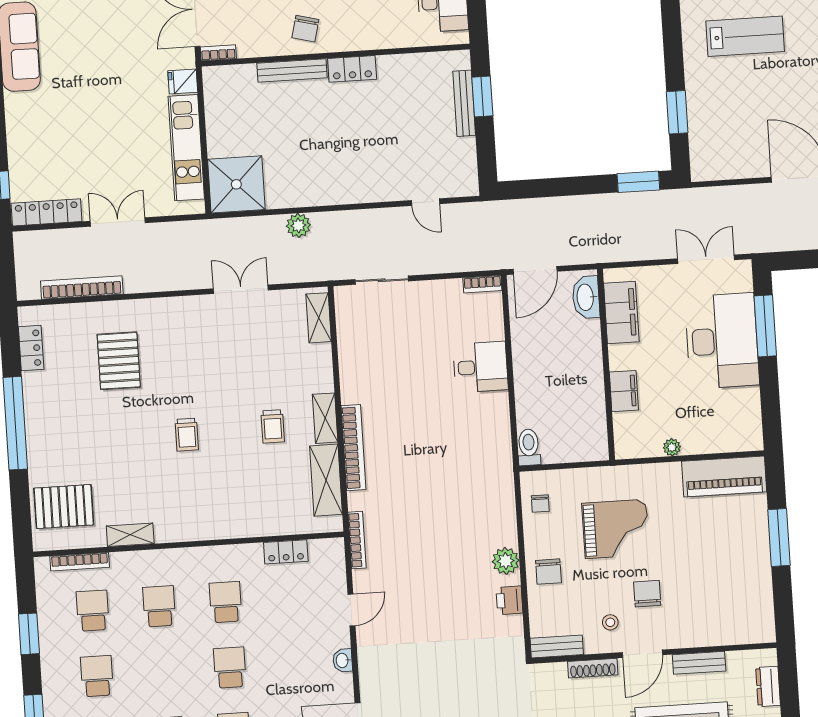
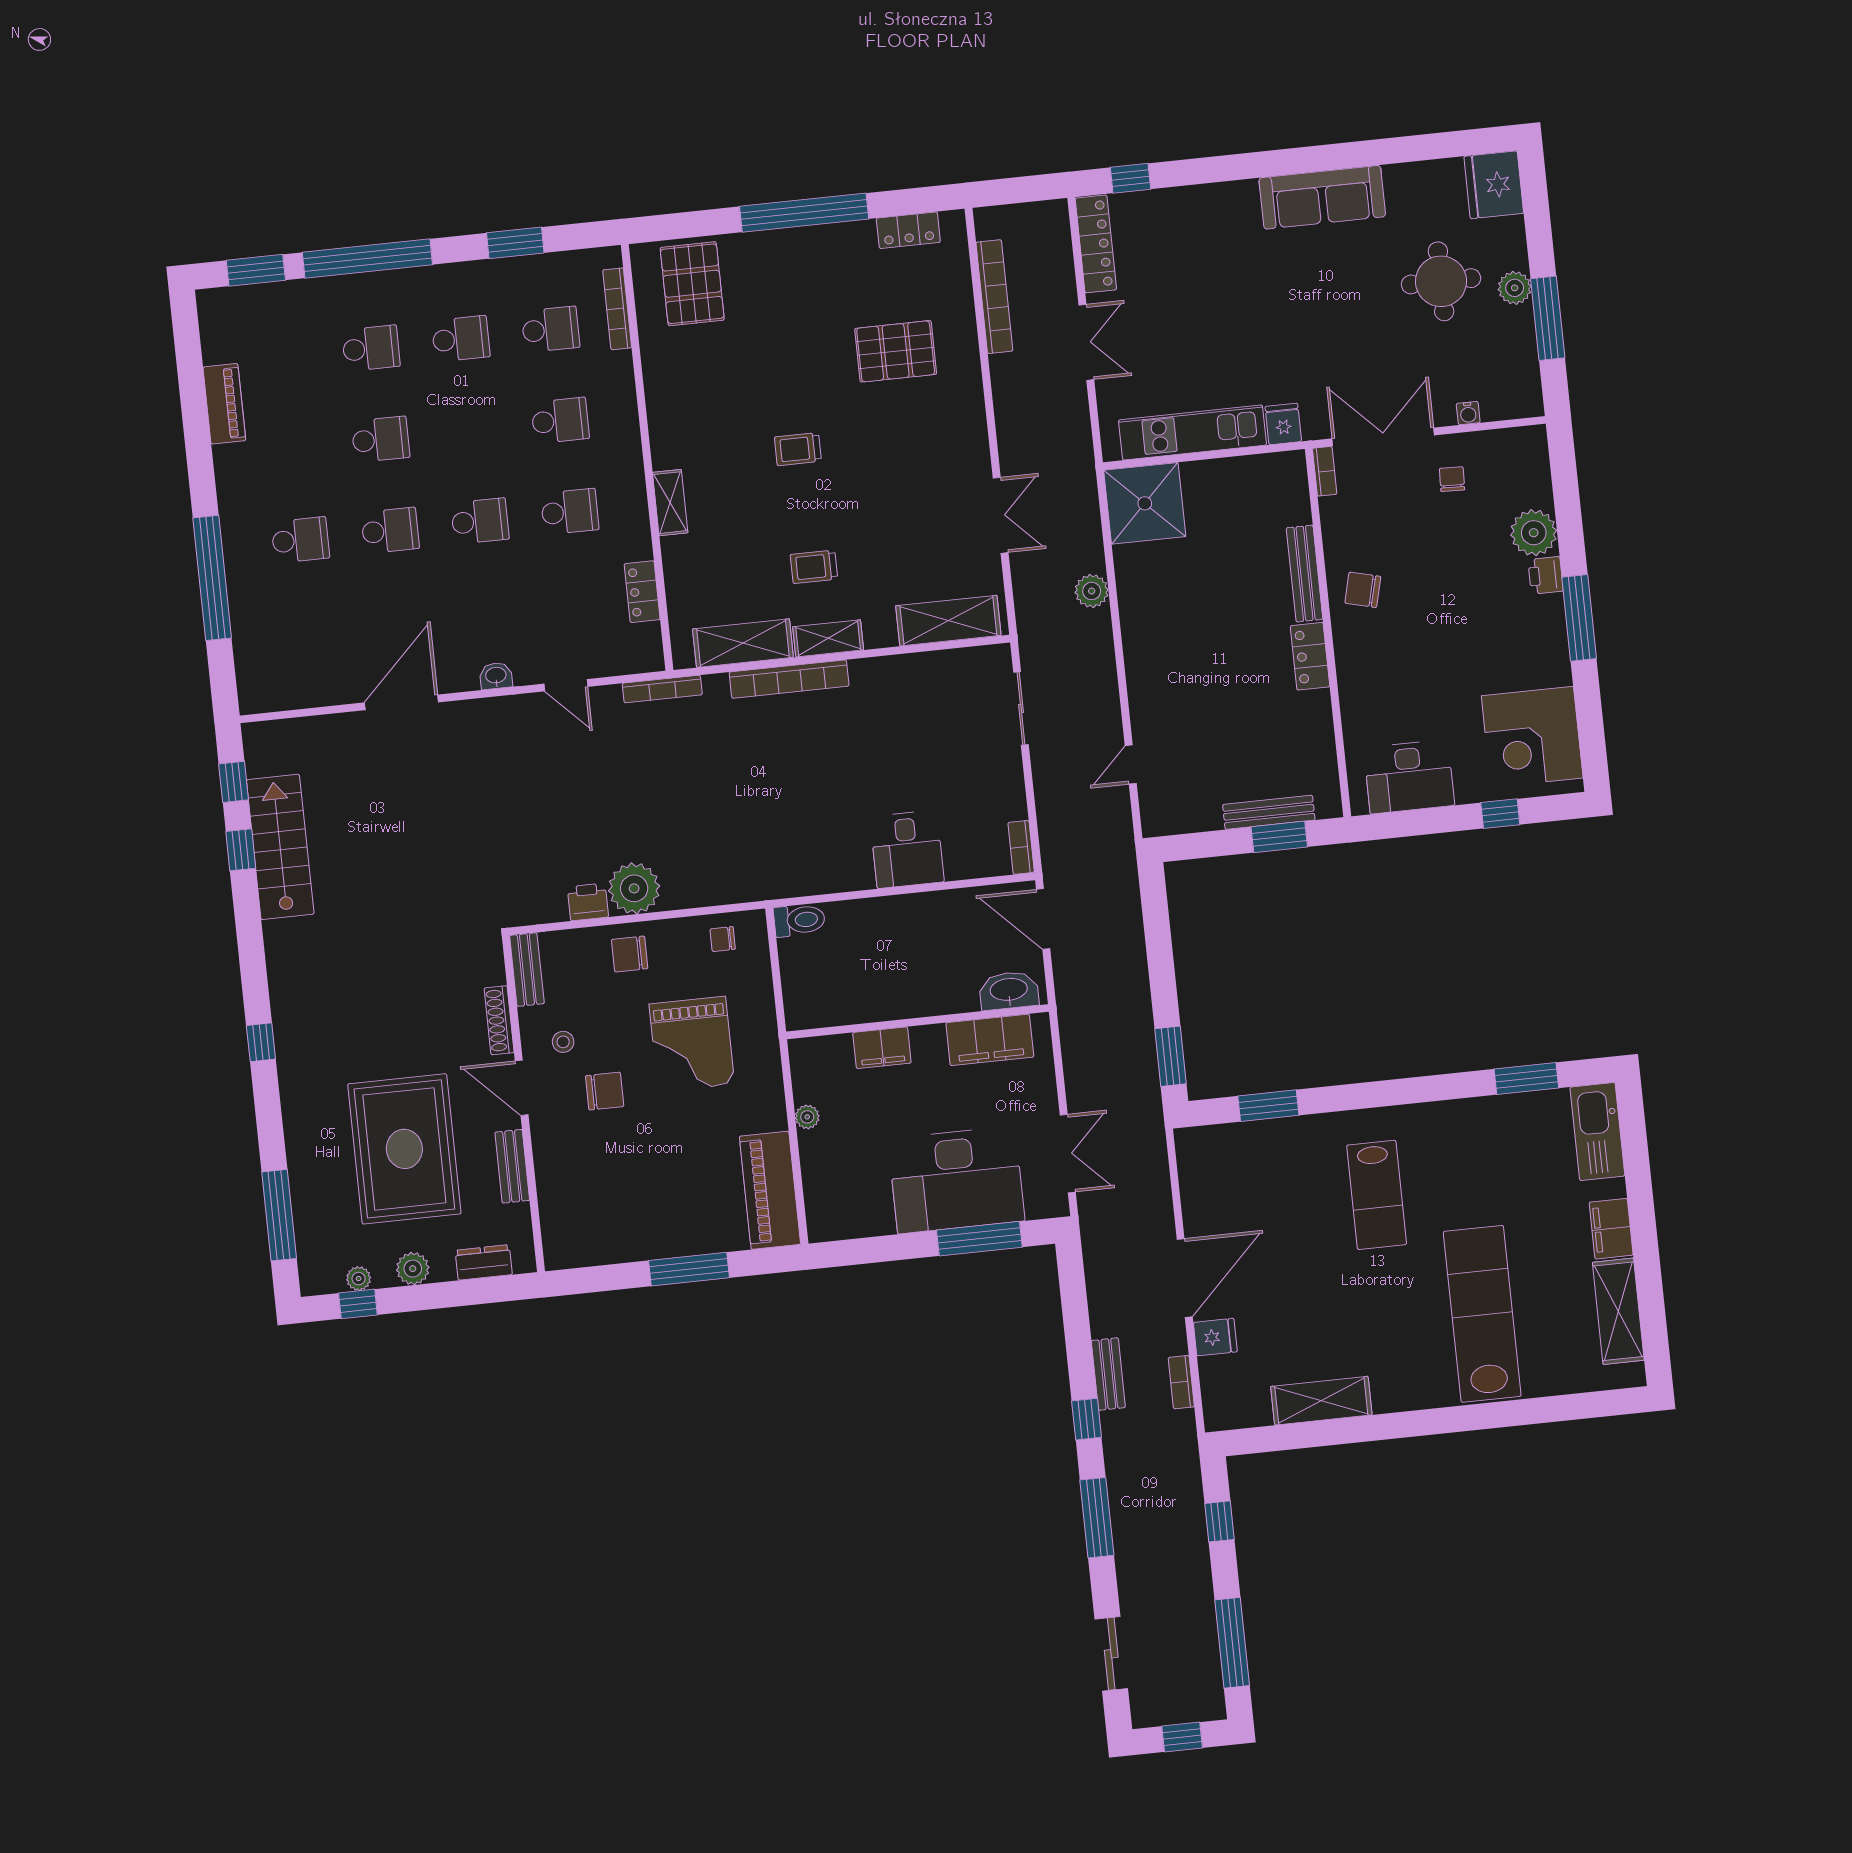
shelving: (319, 318) -> (948, 621), width x1.50, depth x1.33
shelving: (130, 535) -> (670, 503), moved
plant: (506, 561) -> (634, 888), width x1.36, depth x1.36

